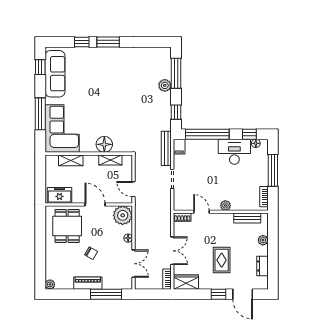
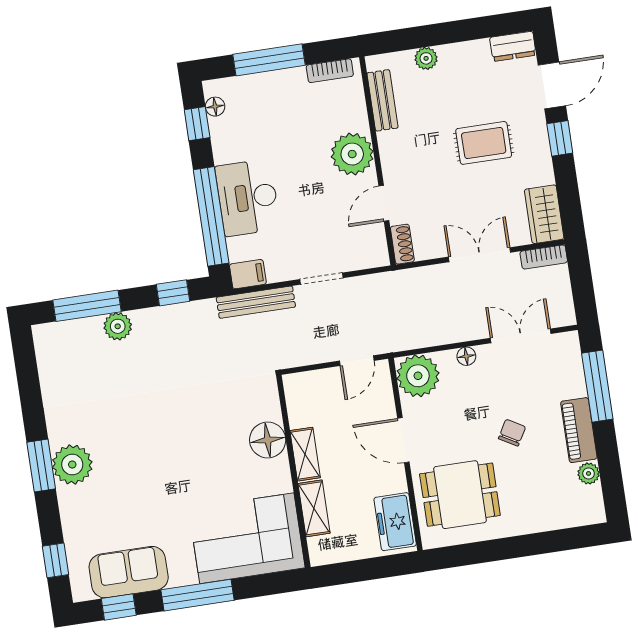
window: (82, 42) -> (55, 560), moved
plant: (106, 56) -> (72, 465), added
sofa: (55, 74) -> (129, 572), width x0.73
window: (40, 114) -> (197, 595), moved
desk: (234, 152) -> (248, 198), moved
shelving: (110, 160) -> (305, 454), moved
door: (95, 205) -> (403, 440), hinge flipped
plant: (225, 205) -> (352, 154), width x1.88, depth x1.88
dresser: (263, 266) -> (513, 46), moved
plant: (50, 284) -> (589, 473), moved

